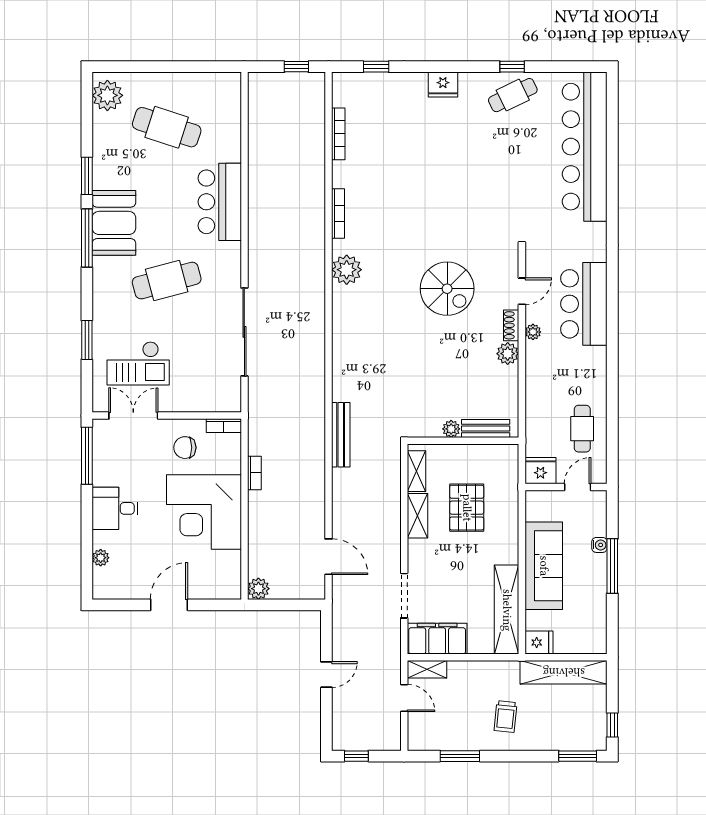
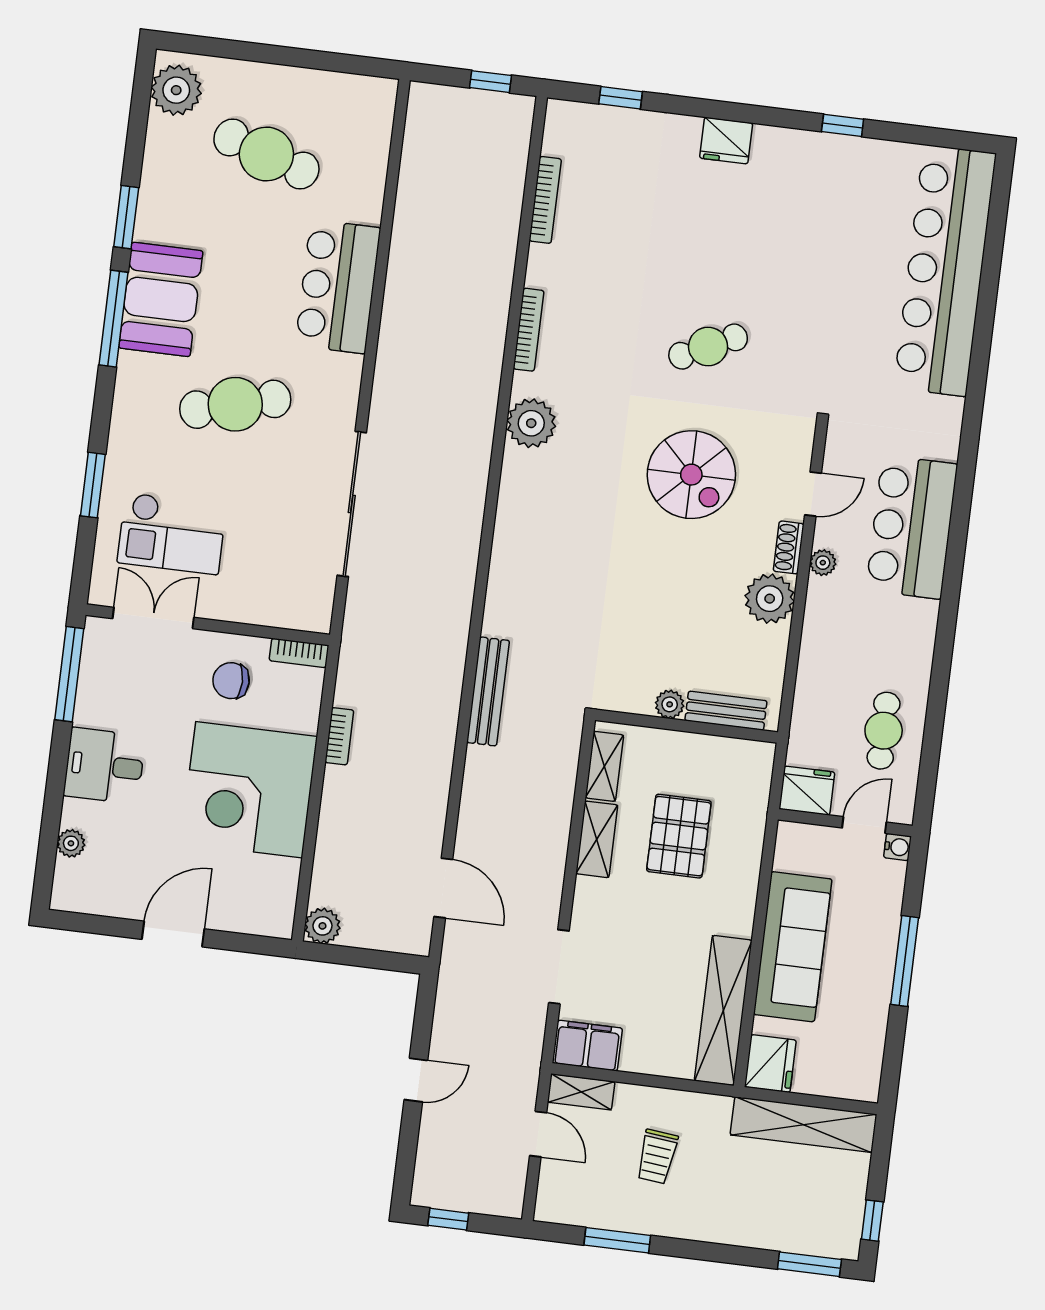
cafe table: (513, 95) -> (708, 347), moved
plant: (508, 354) -> (770, 599), width x1.36, depth x1.36
water cooler: (599, 545) -> (898, 847), moved
filing cabinet: (437, 639) -> (587, 1046), width x0.67, depth x0.86
fridge: (539, 642) -> (770, 1064), width x1.38
trolley: (506, 717) -> (657, 1157), moved

